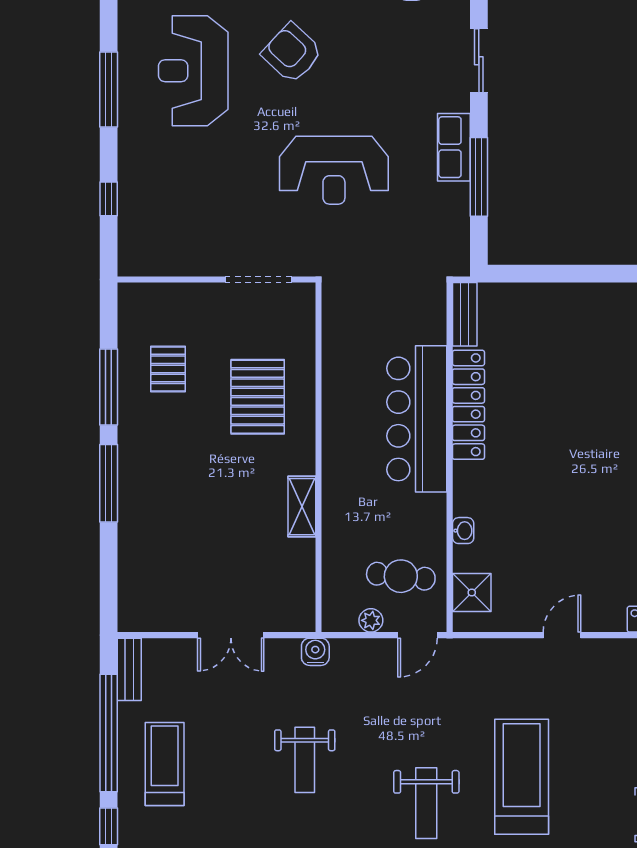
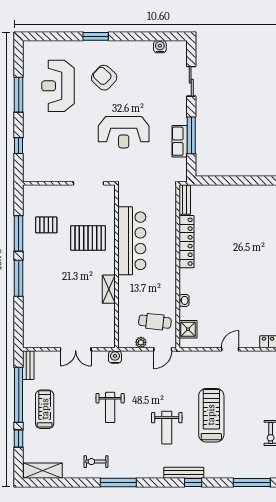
row of seats: (454, 147) -> (180, 141), moved
pallet: (168, 369) -> (46, 225), turned 90
pallet: (258, 397) -> (88, 238), turned 90
bar counter: (417, 419) -> (132, 241), moved, turned 180

